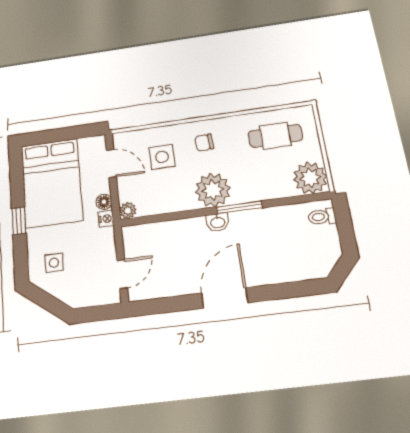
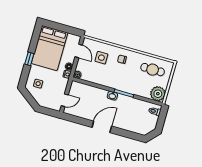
plant: (213, 190) -> (116, 81), removed

